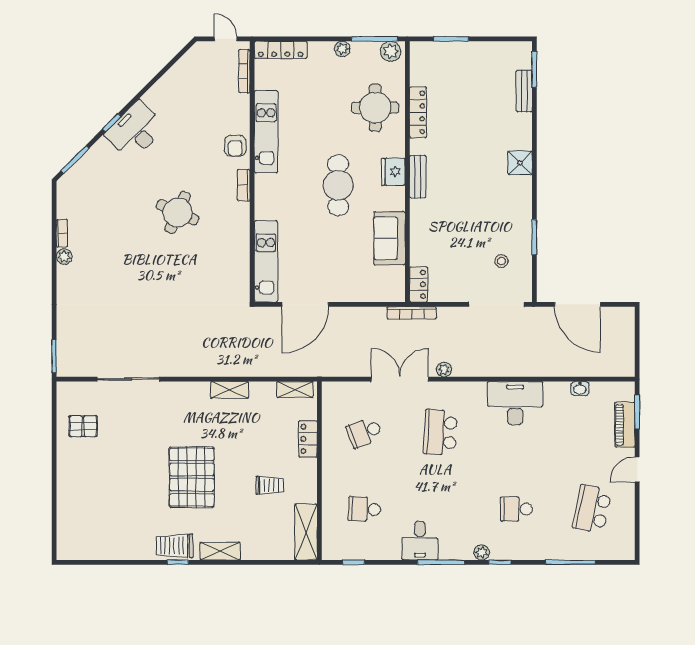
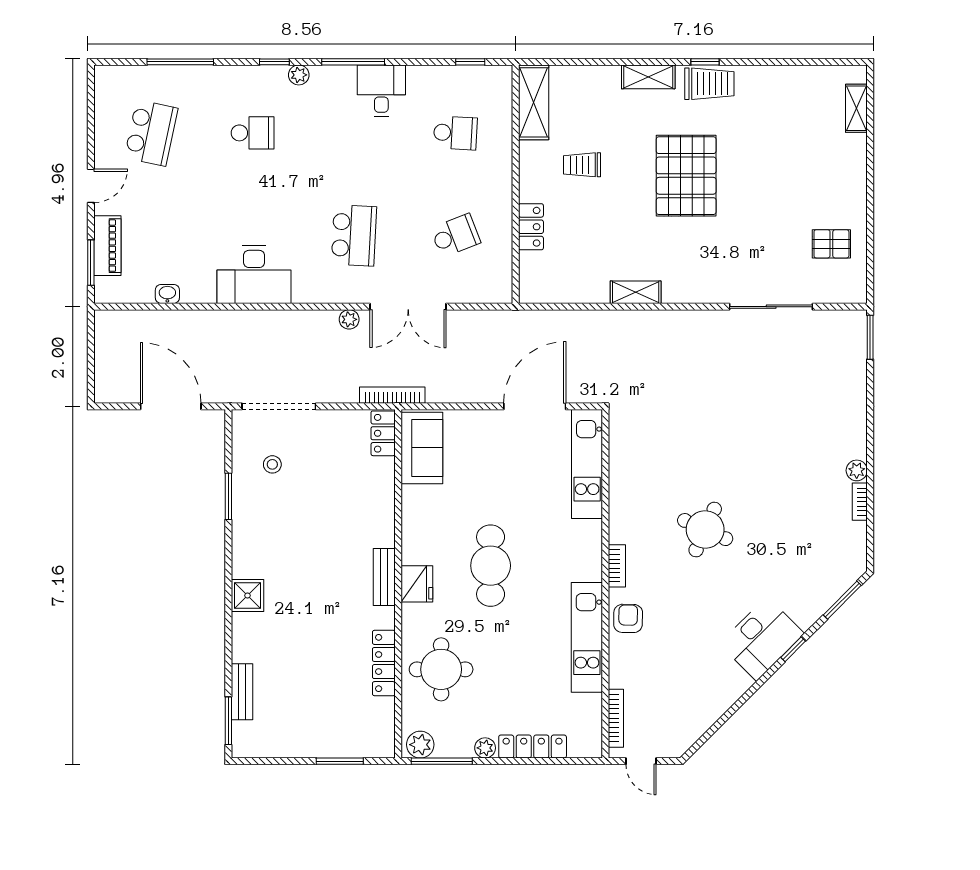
locker: (281, 50) -> (533, 747), moved
sofa: (390, 238) -> (422, 448), moved
shelving: (295, 390) -> (856, 108), moved, turned 90

